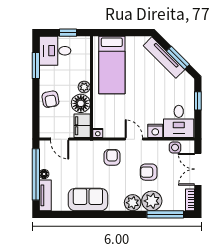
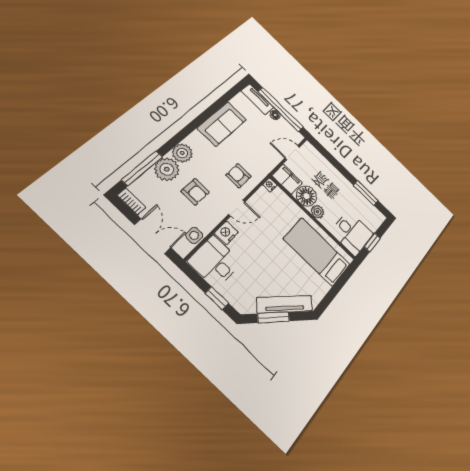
desk: (55, 51) -> (352, 233), moved, turned 90
armchair: (50, 99) -> (330, 177), removed
armchair: (112, 157) -> (238, 176), turned 180
armchair: (149, 172) -> (195, 192), turned 90

